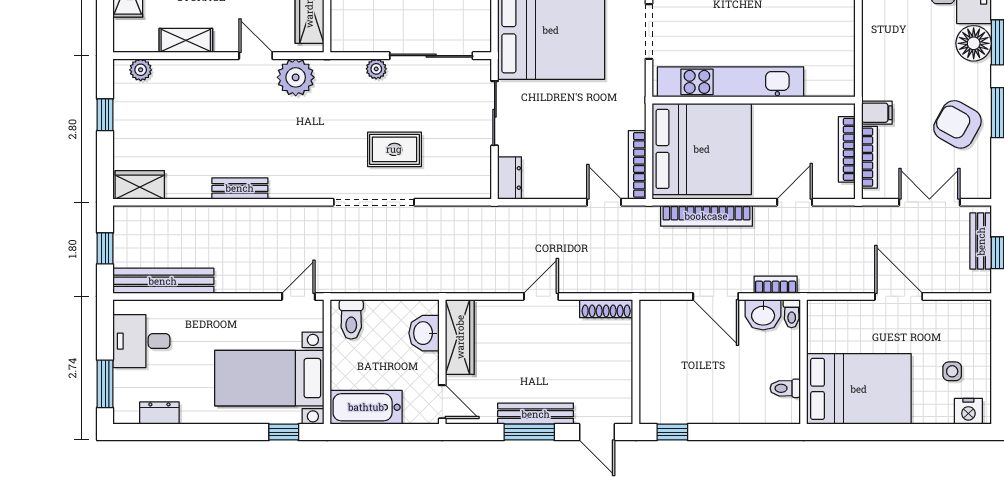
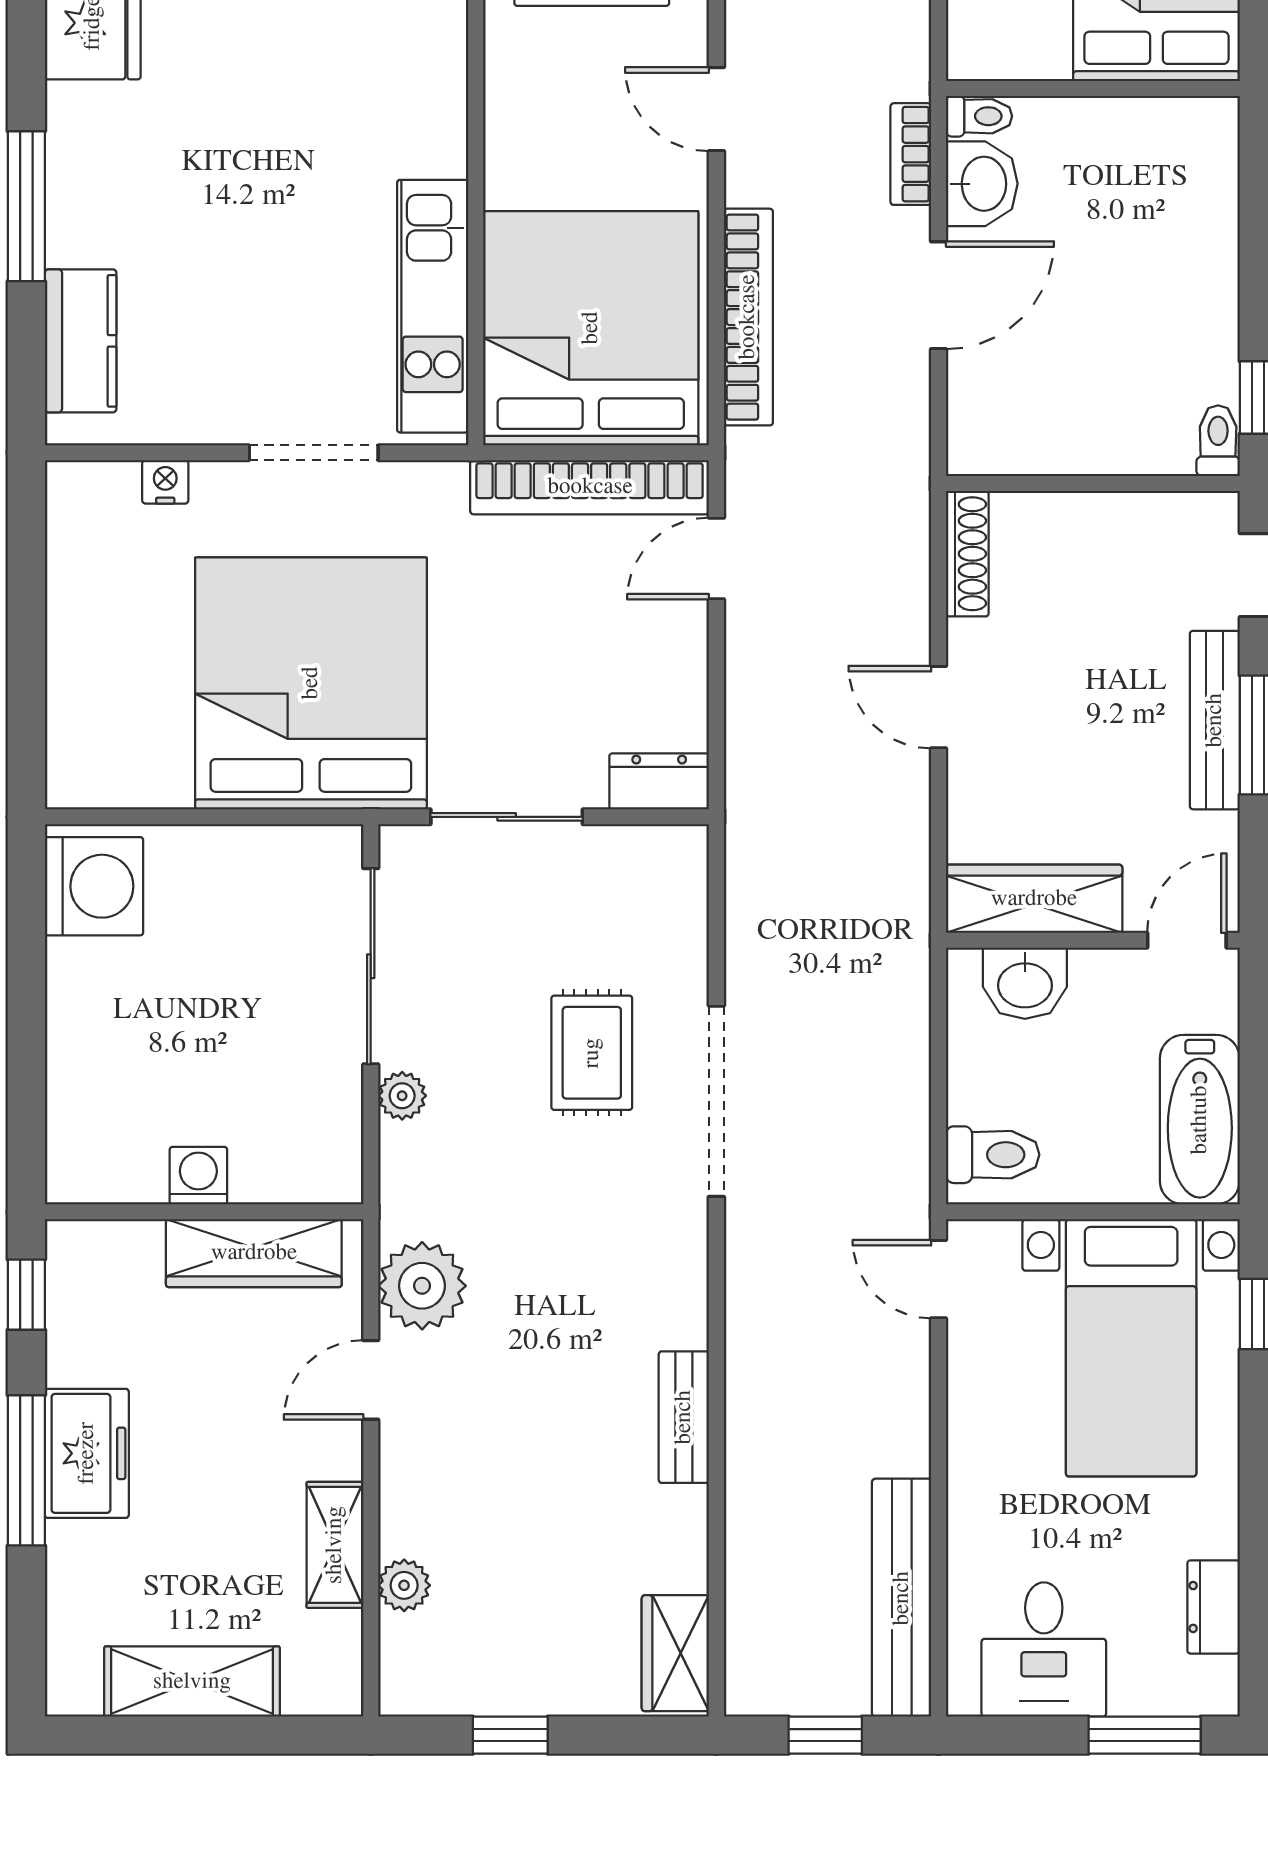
plant: (141, 70) -> (404, 1585), moved
kitchen unit: (731, 82) -> (433, 306), width x0.73
bookcase: (637, 165) -> (590, 487), width x1.48, depth x1.31
toilet: (785, 388) -> (1218, 441), moved, turned 180

